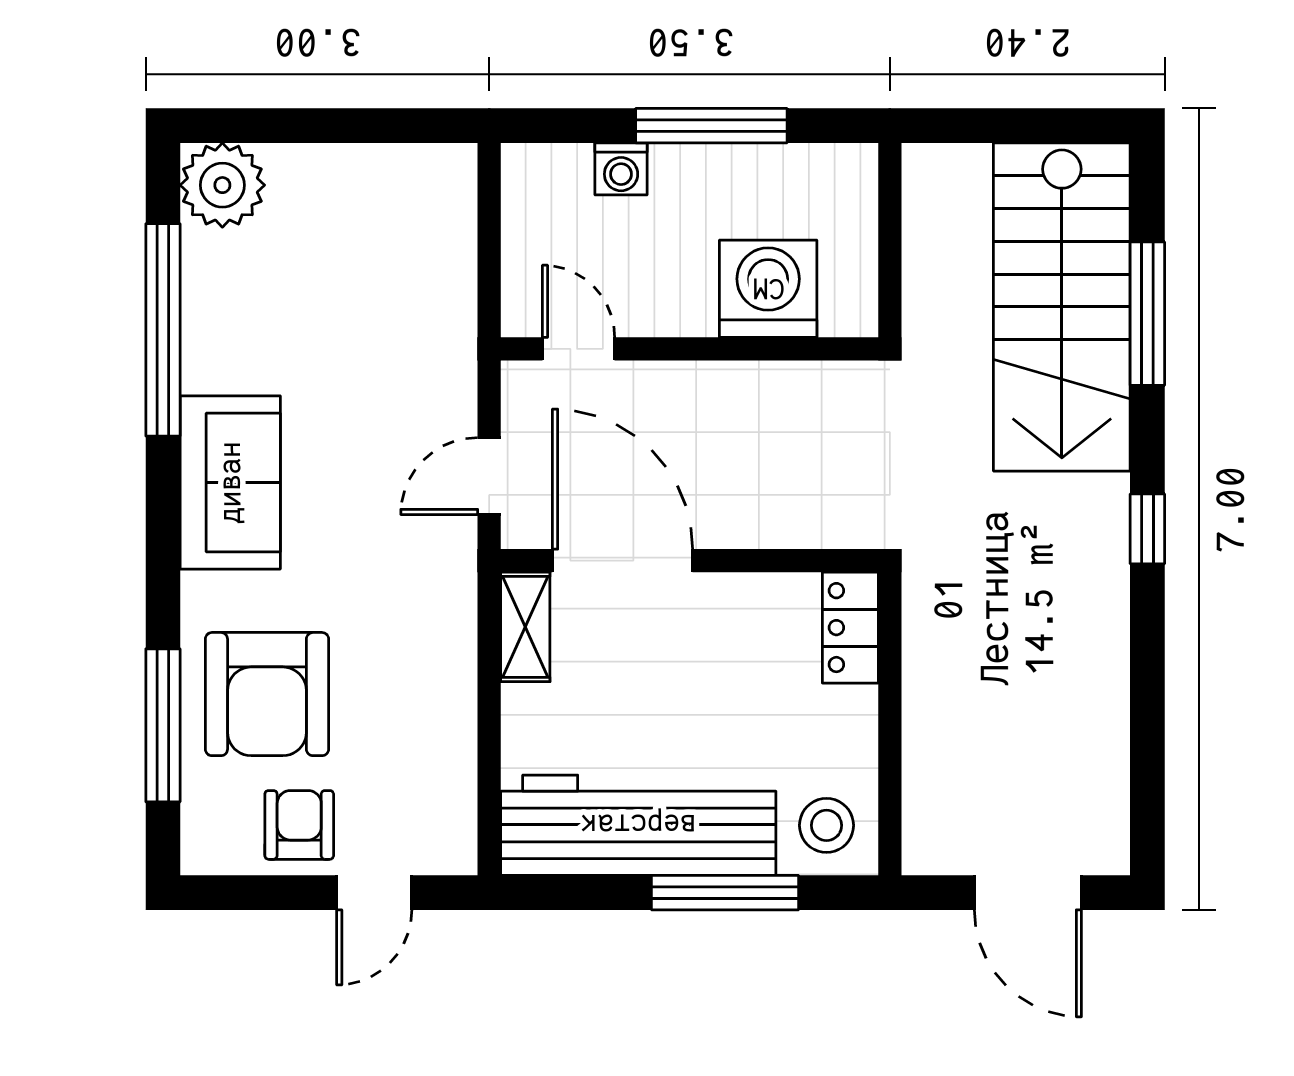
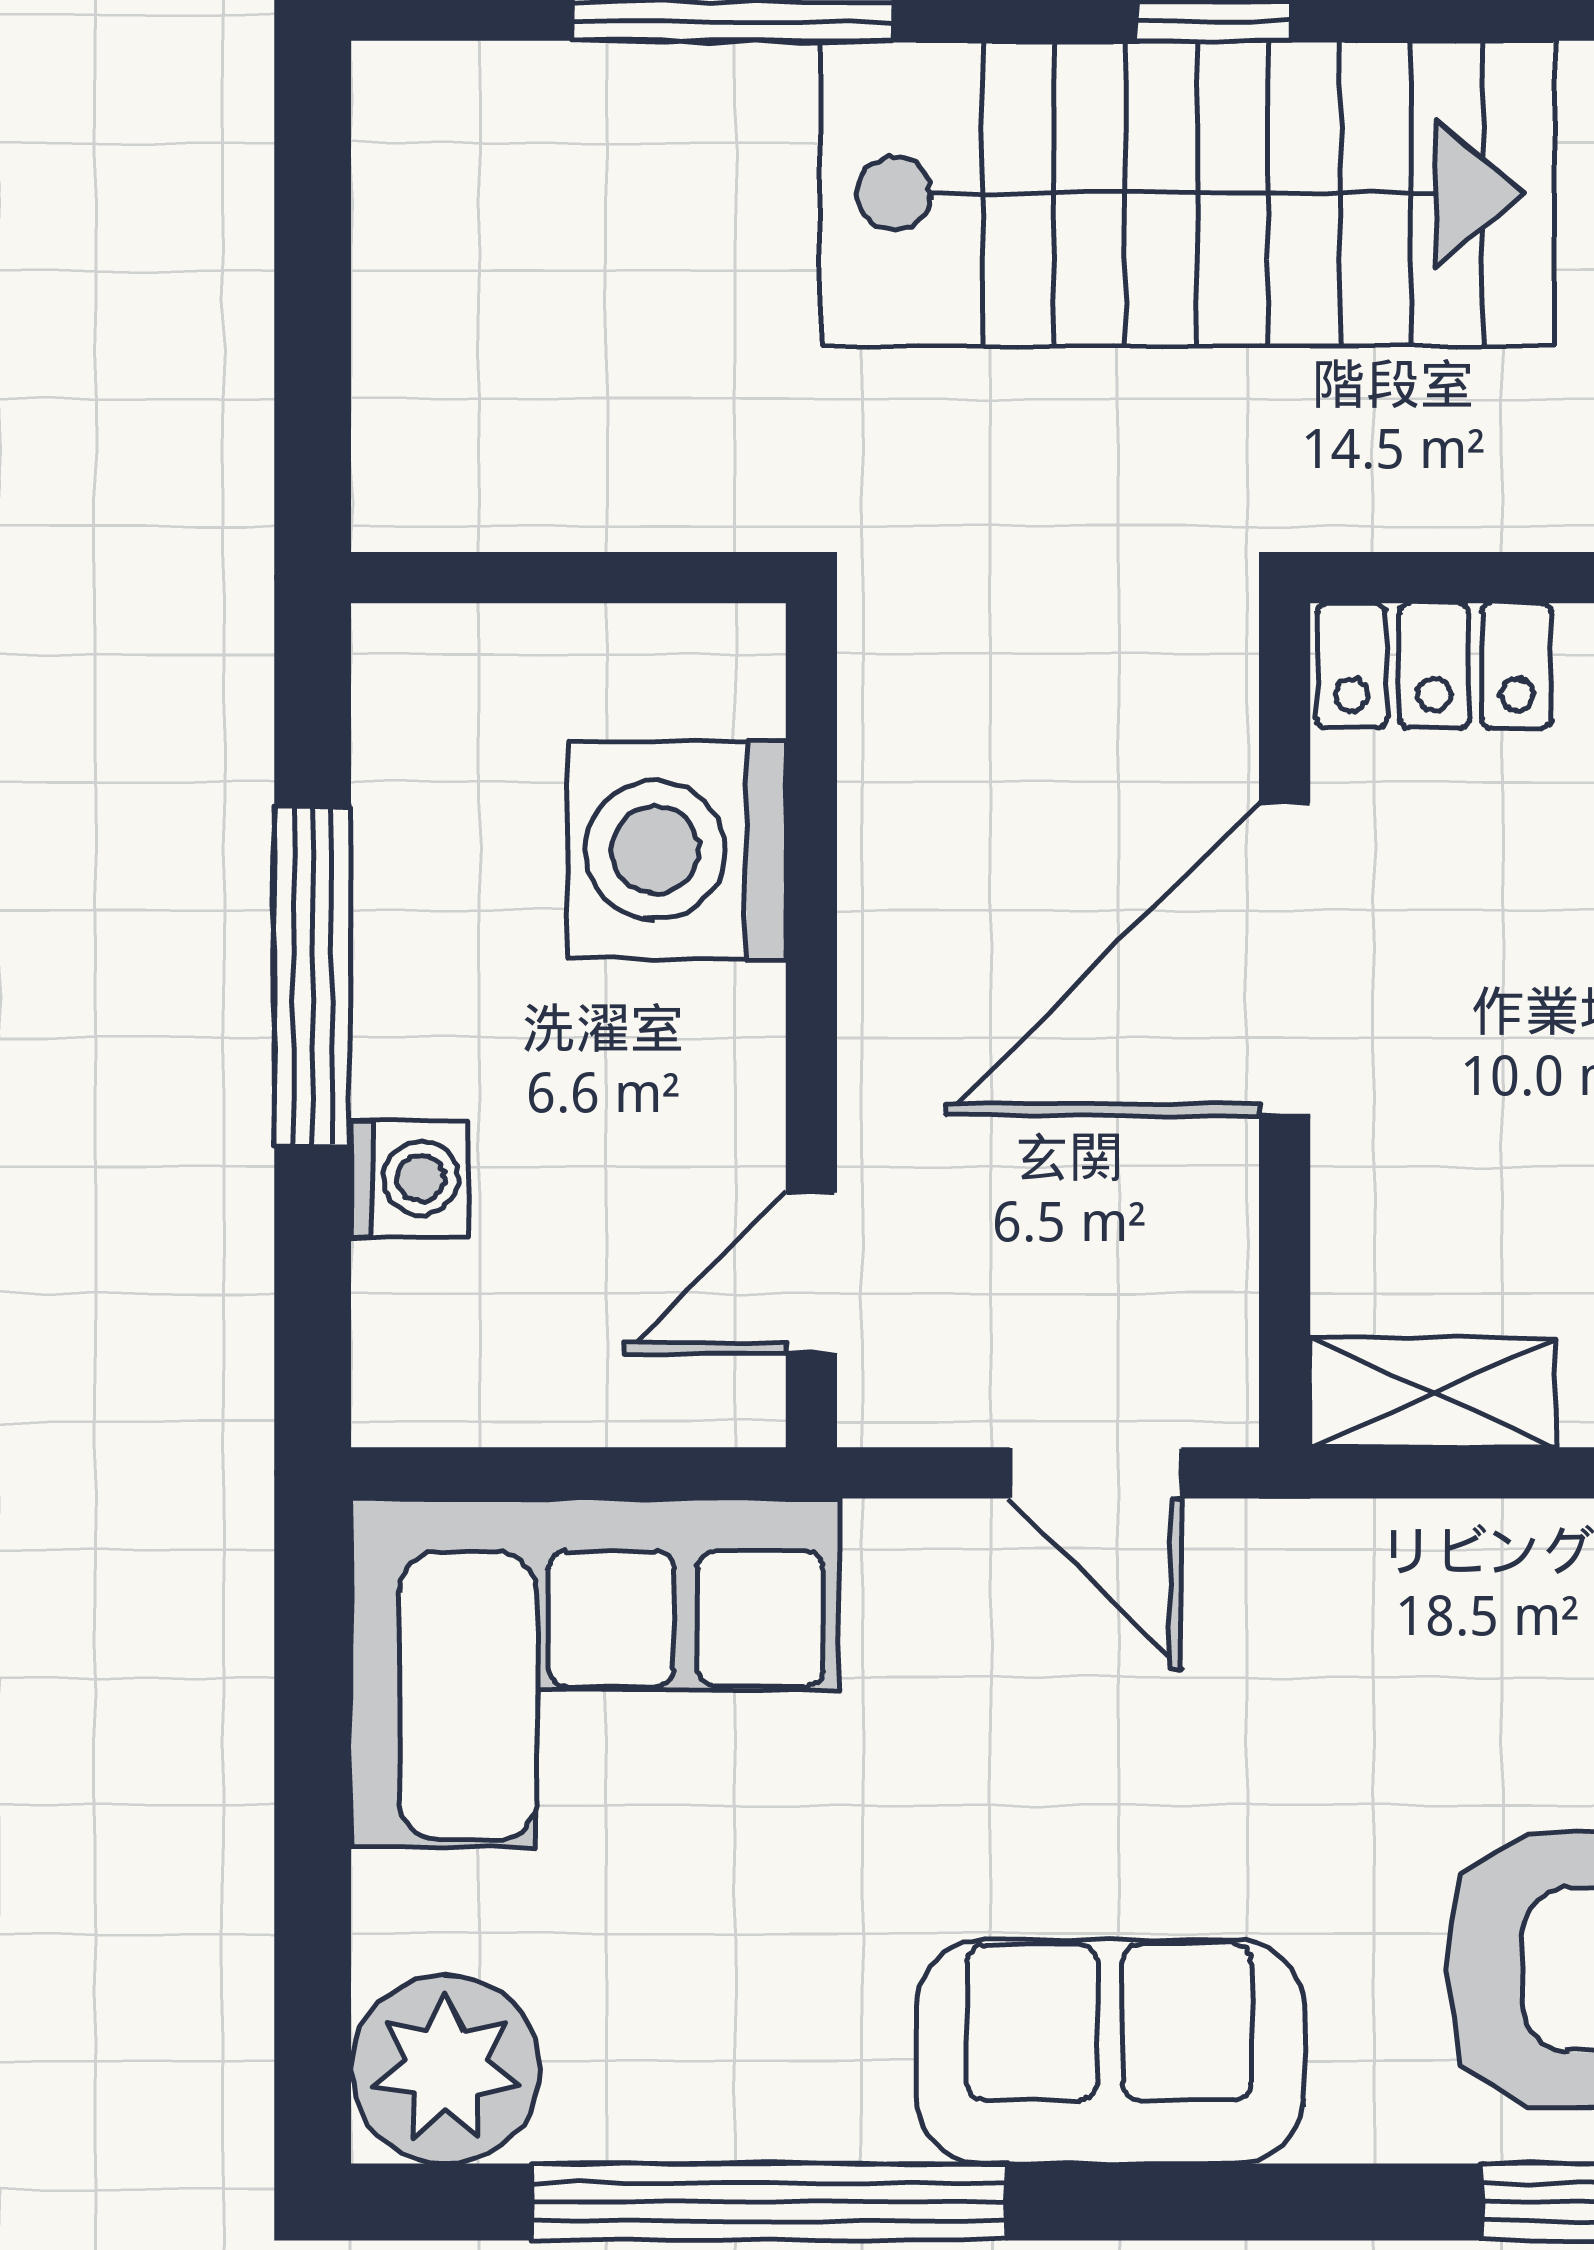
corner sofa: (400, 252) -> (595, 1673), added
stairs: (1062, 307) -> (1187, 193), moved
door: (623, 561) -> (1285, 959), moved

